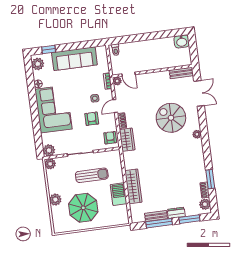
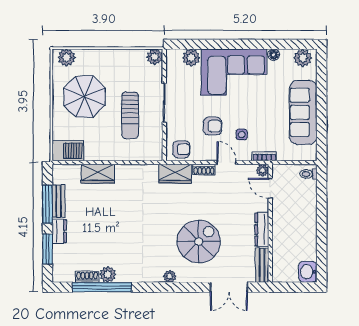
window: (49, 49) -> (322, 76), removed
door: (129, 74) -> (270, 188), hinge flipped
dresser: (157, 76) -> (262, 229), added
plant: (49, 150) -> (191, 58), moved
window: (210, 179) -> (102, 287), width x2.11
wardrobe: (133, 186) -> (98, 174), width x0.67
barbecue: (119, 194) -> (68, 151), moved
plant: (55, 200) -> (67, 58), moved
plant: (205, 204) -> (108, 274), moved

